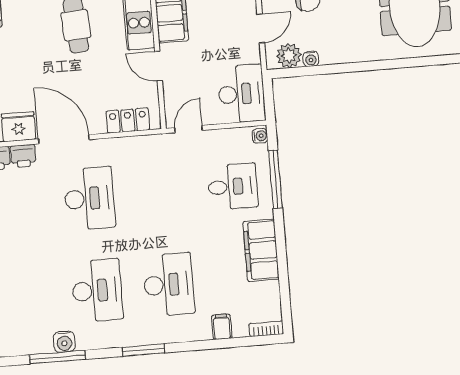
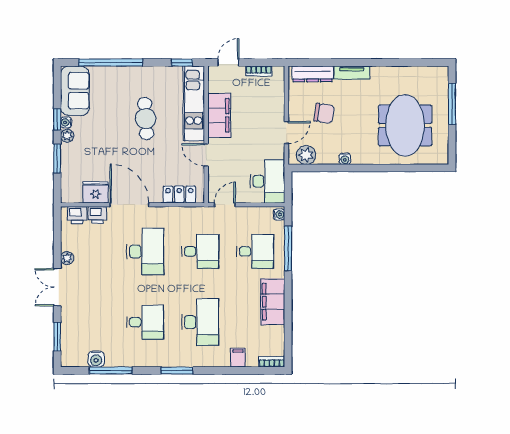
water cooler: (311, 59) -> (345, 159), moved
desk: (161, 192) -> (200, 251), added
desk: (97, 290) -> (145, 322), width x0.73
water cooler: (64, 342) -> (96, 359), moved

